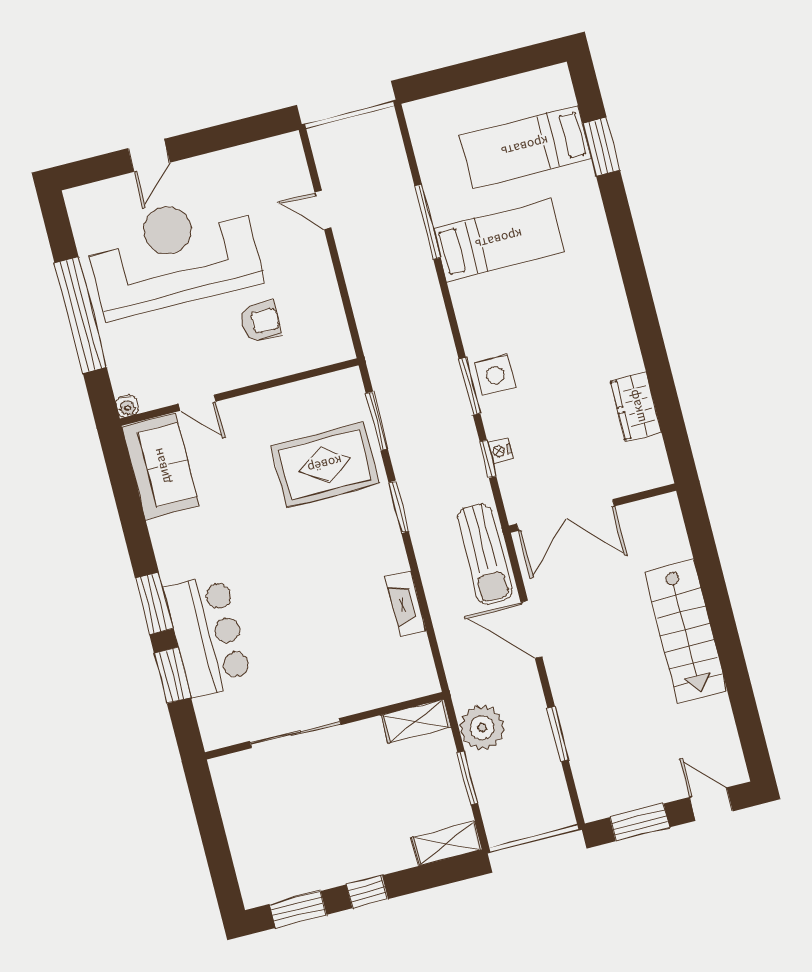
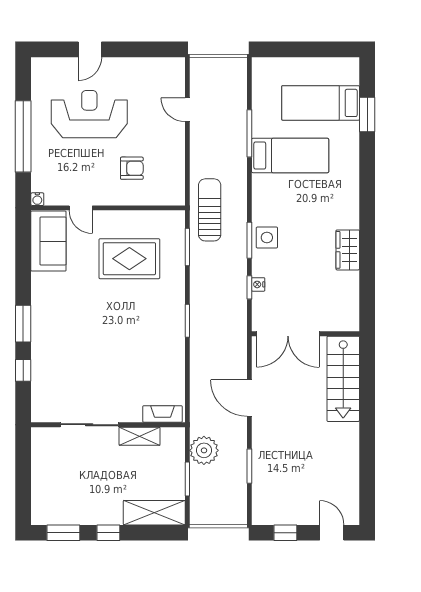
reception desk: (174, 255) -> (89, 114), width x0.74, depth x0.77
wardrobe: (636, 406) -> (348, 250), moved
rug: (325, 465) -> (129, 259), moved
window: (399, 507) -> (187, 321), moved
sun lounger: (485, 554) -> (210, 210), moved, turned 180
fireplace: (406, 604) -> (162, 414), moved, turned 90
stairs: (686, 631) -> (343, 379), moved
bar counter: (208, 635) -> (51, 351), removed
window: (172, 675) -> (23, 370), width x0.67
shelving: (416, 721) -> (140, 436), moved
window: (640, 822) -> (285, 533), width x0.67
shelving: (447, 844) -> (154, 513), width x1.50, depth x1.33

